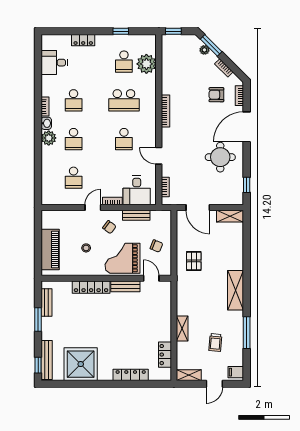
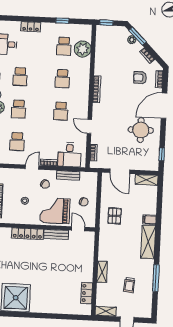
school desk: (124, 100) -> (62, 79), width x0.54
filing cabinet: (236, 372) -> (150, 220), moved
locker: (131, 375) -> (57, 309), removed

